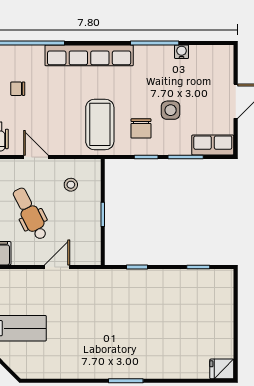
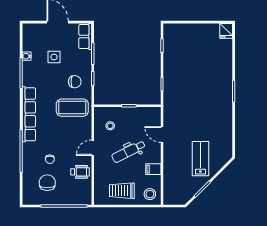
side table: (171, 110) -> (54, 57), moved

